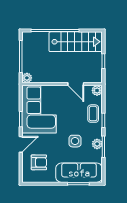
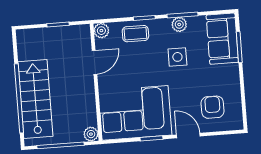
stairs: (76, 42) -> (35, 99), moved
sofa: (79, 173) -> (222, 39), width x0.73

